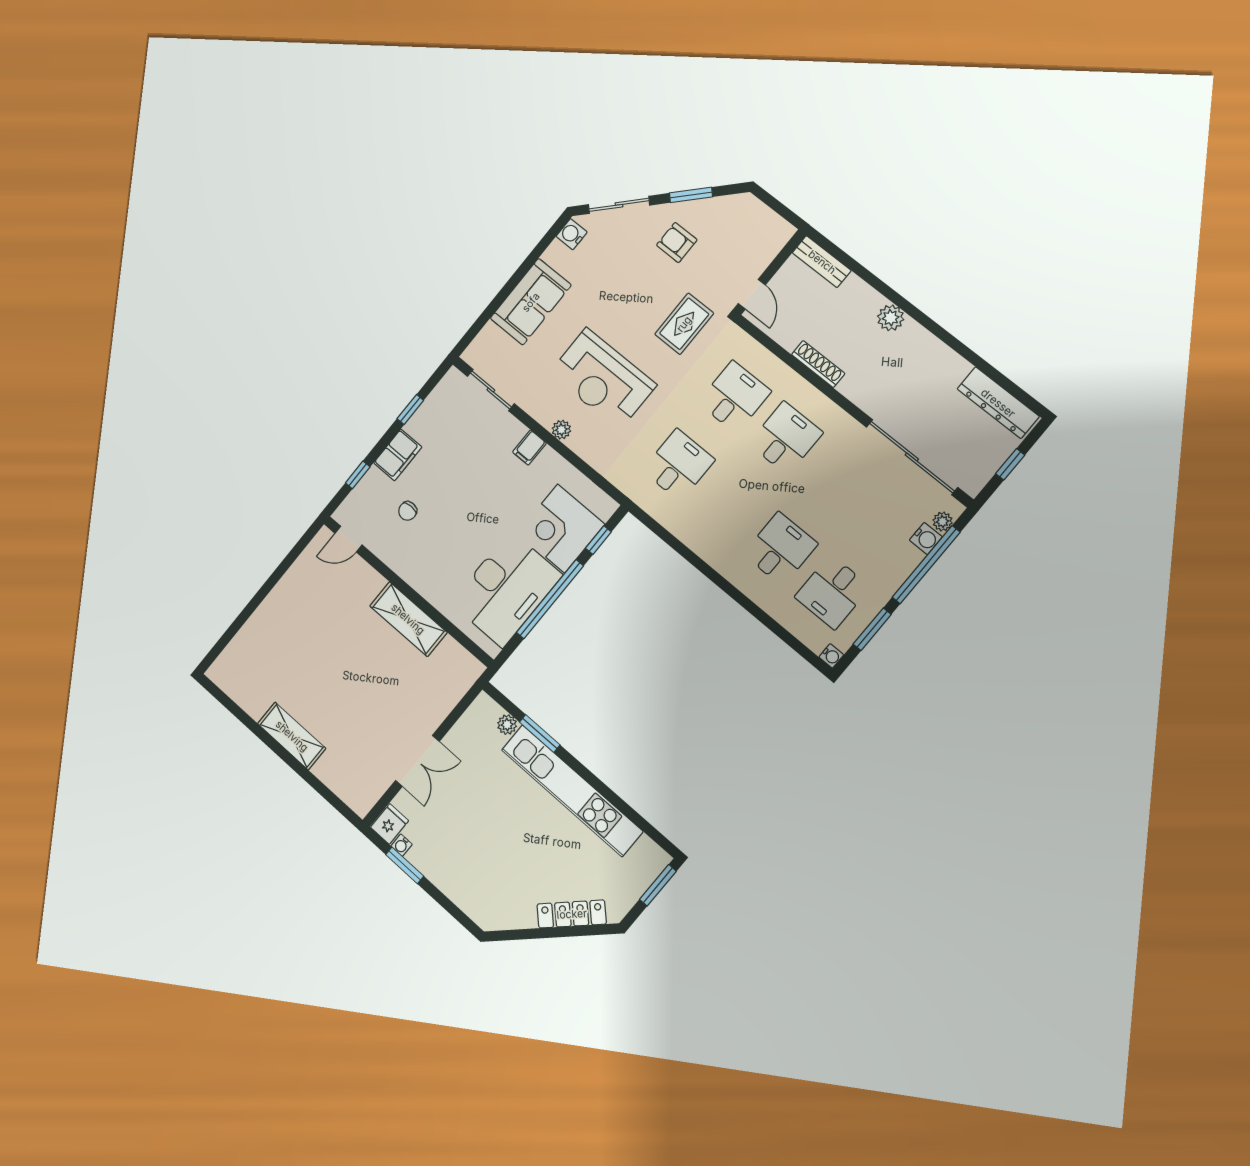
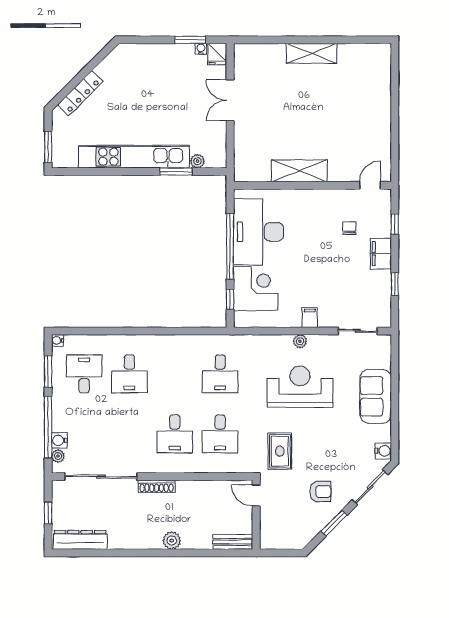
shoe rack: (818, 364) -> (157, 486), moved

